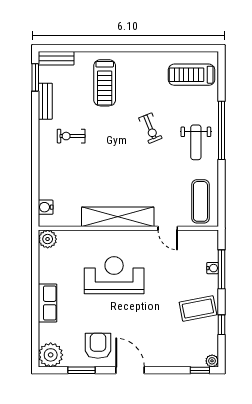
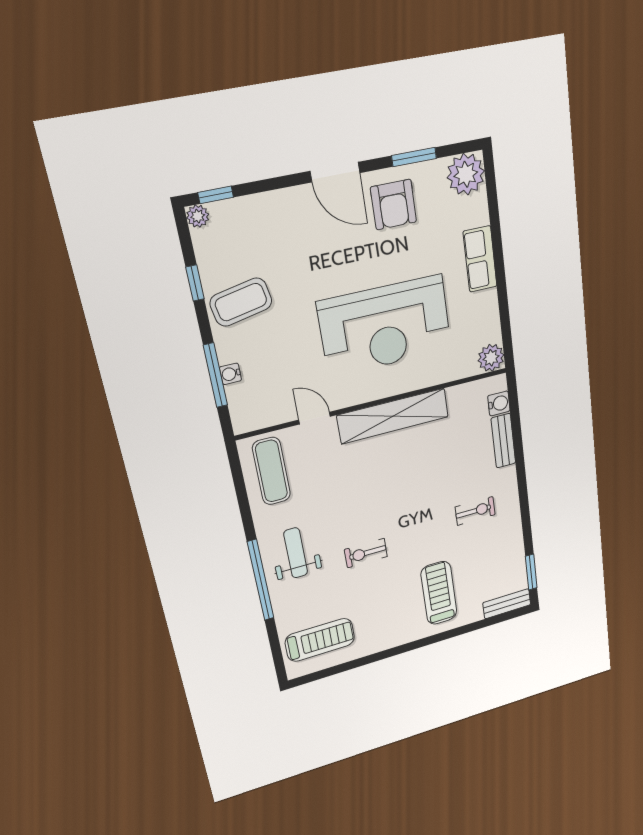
bench: (45, 101) -> (503, 441), moved
exercise bike: (150, 128) -> (366, 553), turned -68
reception desk: (114, 275) -> (385, 326), width x1.36, depth x1.30

